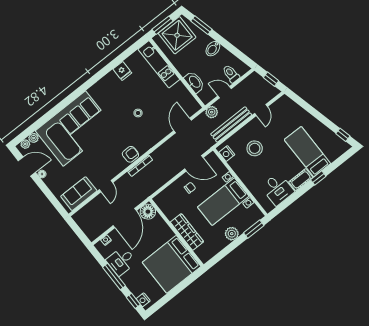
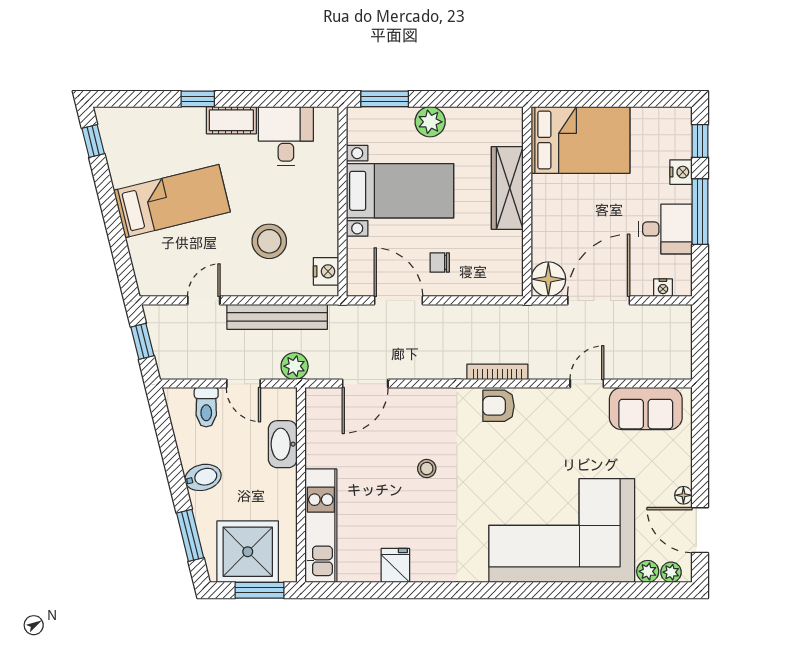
bed: (307, 152) -> (172, 201), moved, turned -104
bed: (172, 264) -> (580, 140), width x0.73
nightstand: (143, 300) -> (681, 172), moved

